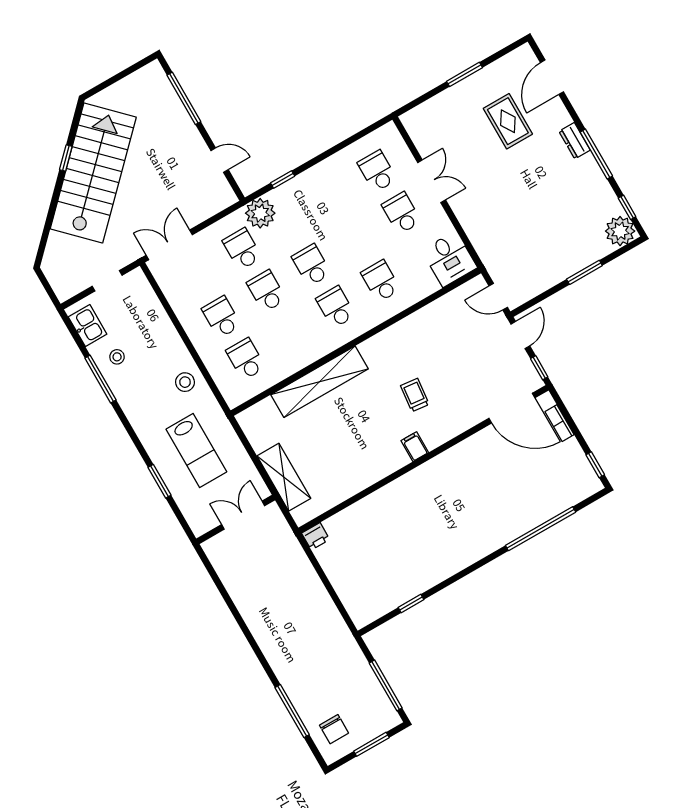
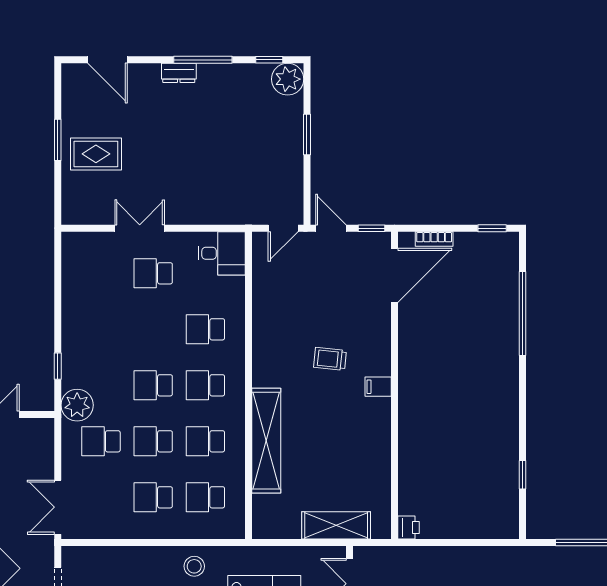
rug: (508, 121) -> (96, 154), moved
school desk: (377, 171) -> (205, 441), moved

